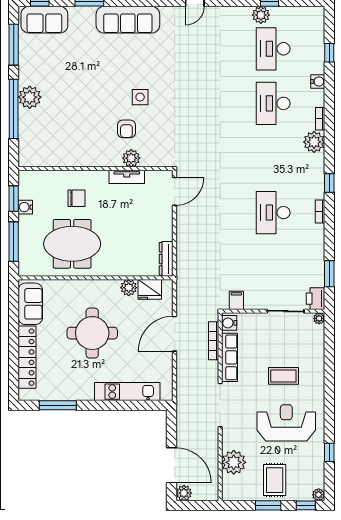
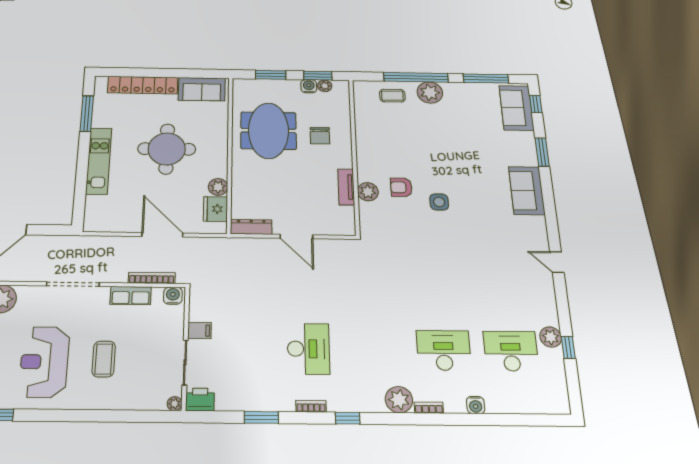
sofa: (128, 20) -> (527, 191), width x0.73
window: (329, 53) -> (513, 420), removed
coffee table: (34, 132) -> (392, 96), added
door: (175, 191) -> (296, 237), moved
plant: (25, 193) -> (325, 86), added
desk: (273, 213) -> (308, 349), turned 90
window: (14, 242) -> (271, 75), width x0.69
window: (329, 274) -> (261, 417), moved
filing cabinet: (236, 300) -> (200, 331), moved
row of seats: (229, 357) -> (131, 296), width x0.68
kitchen unit: (127, 392) -> (99, 161), moved
reception desk: (286, 423) -> (44, 362), turned 180

